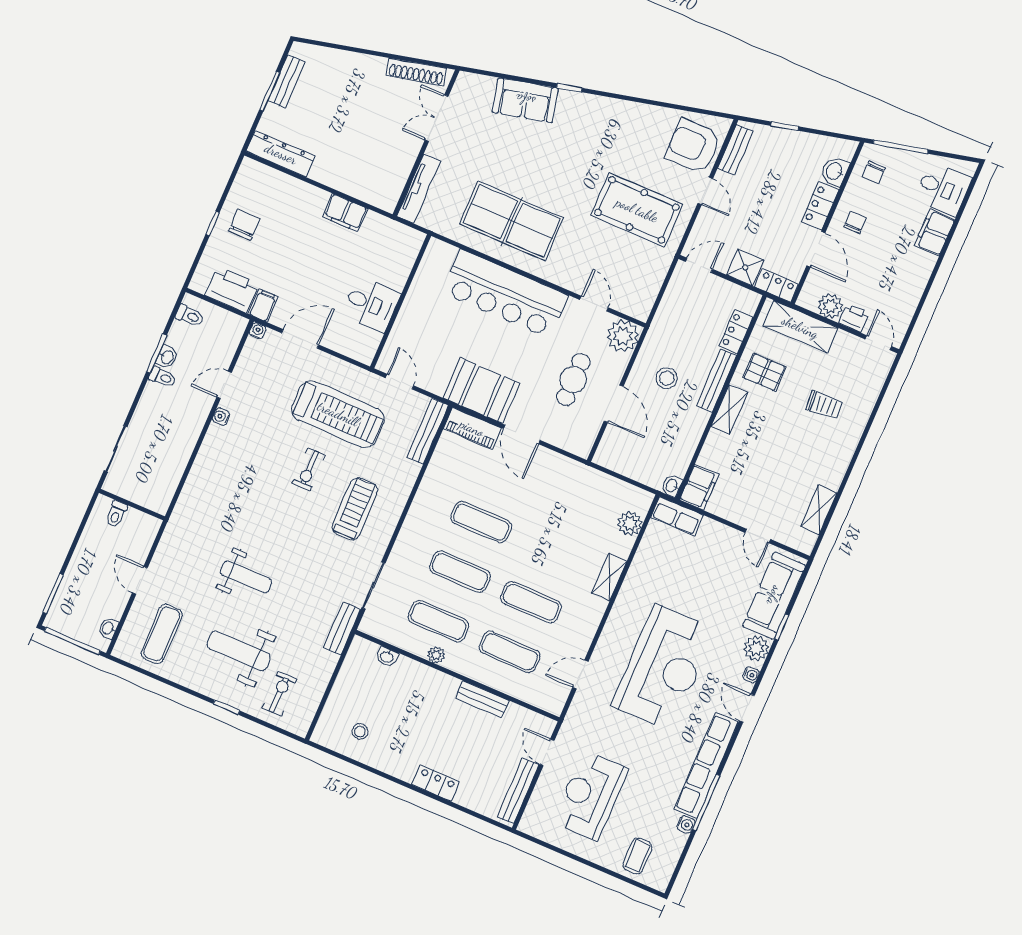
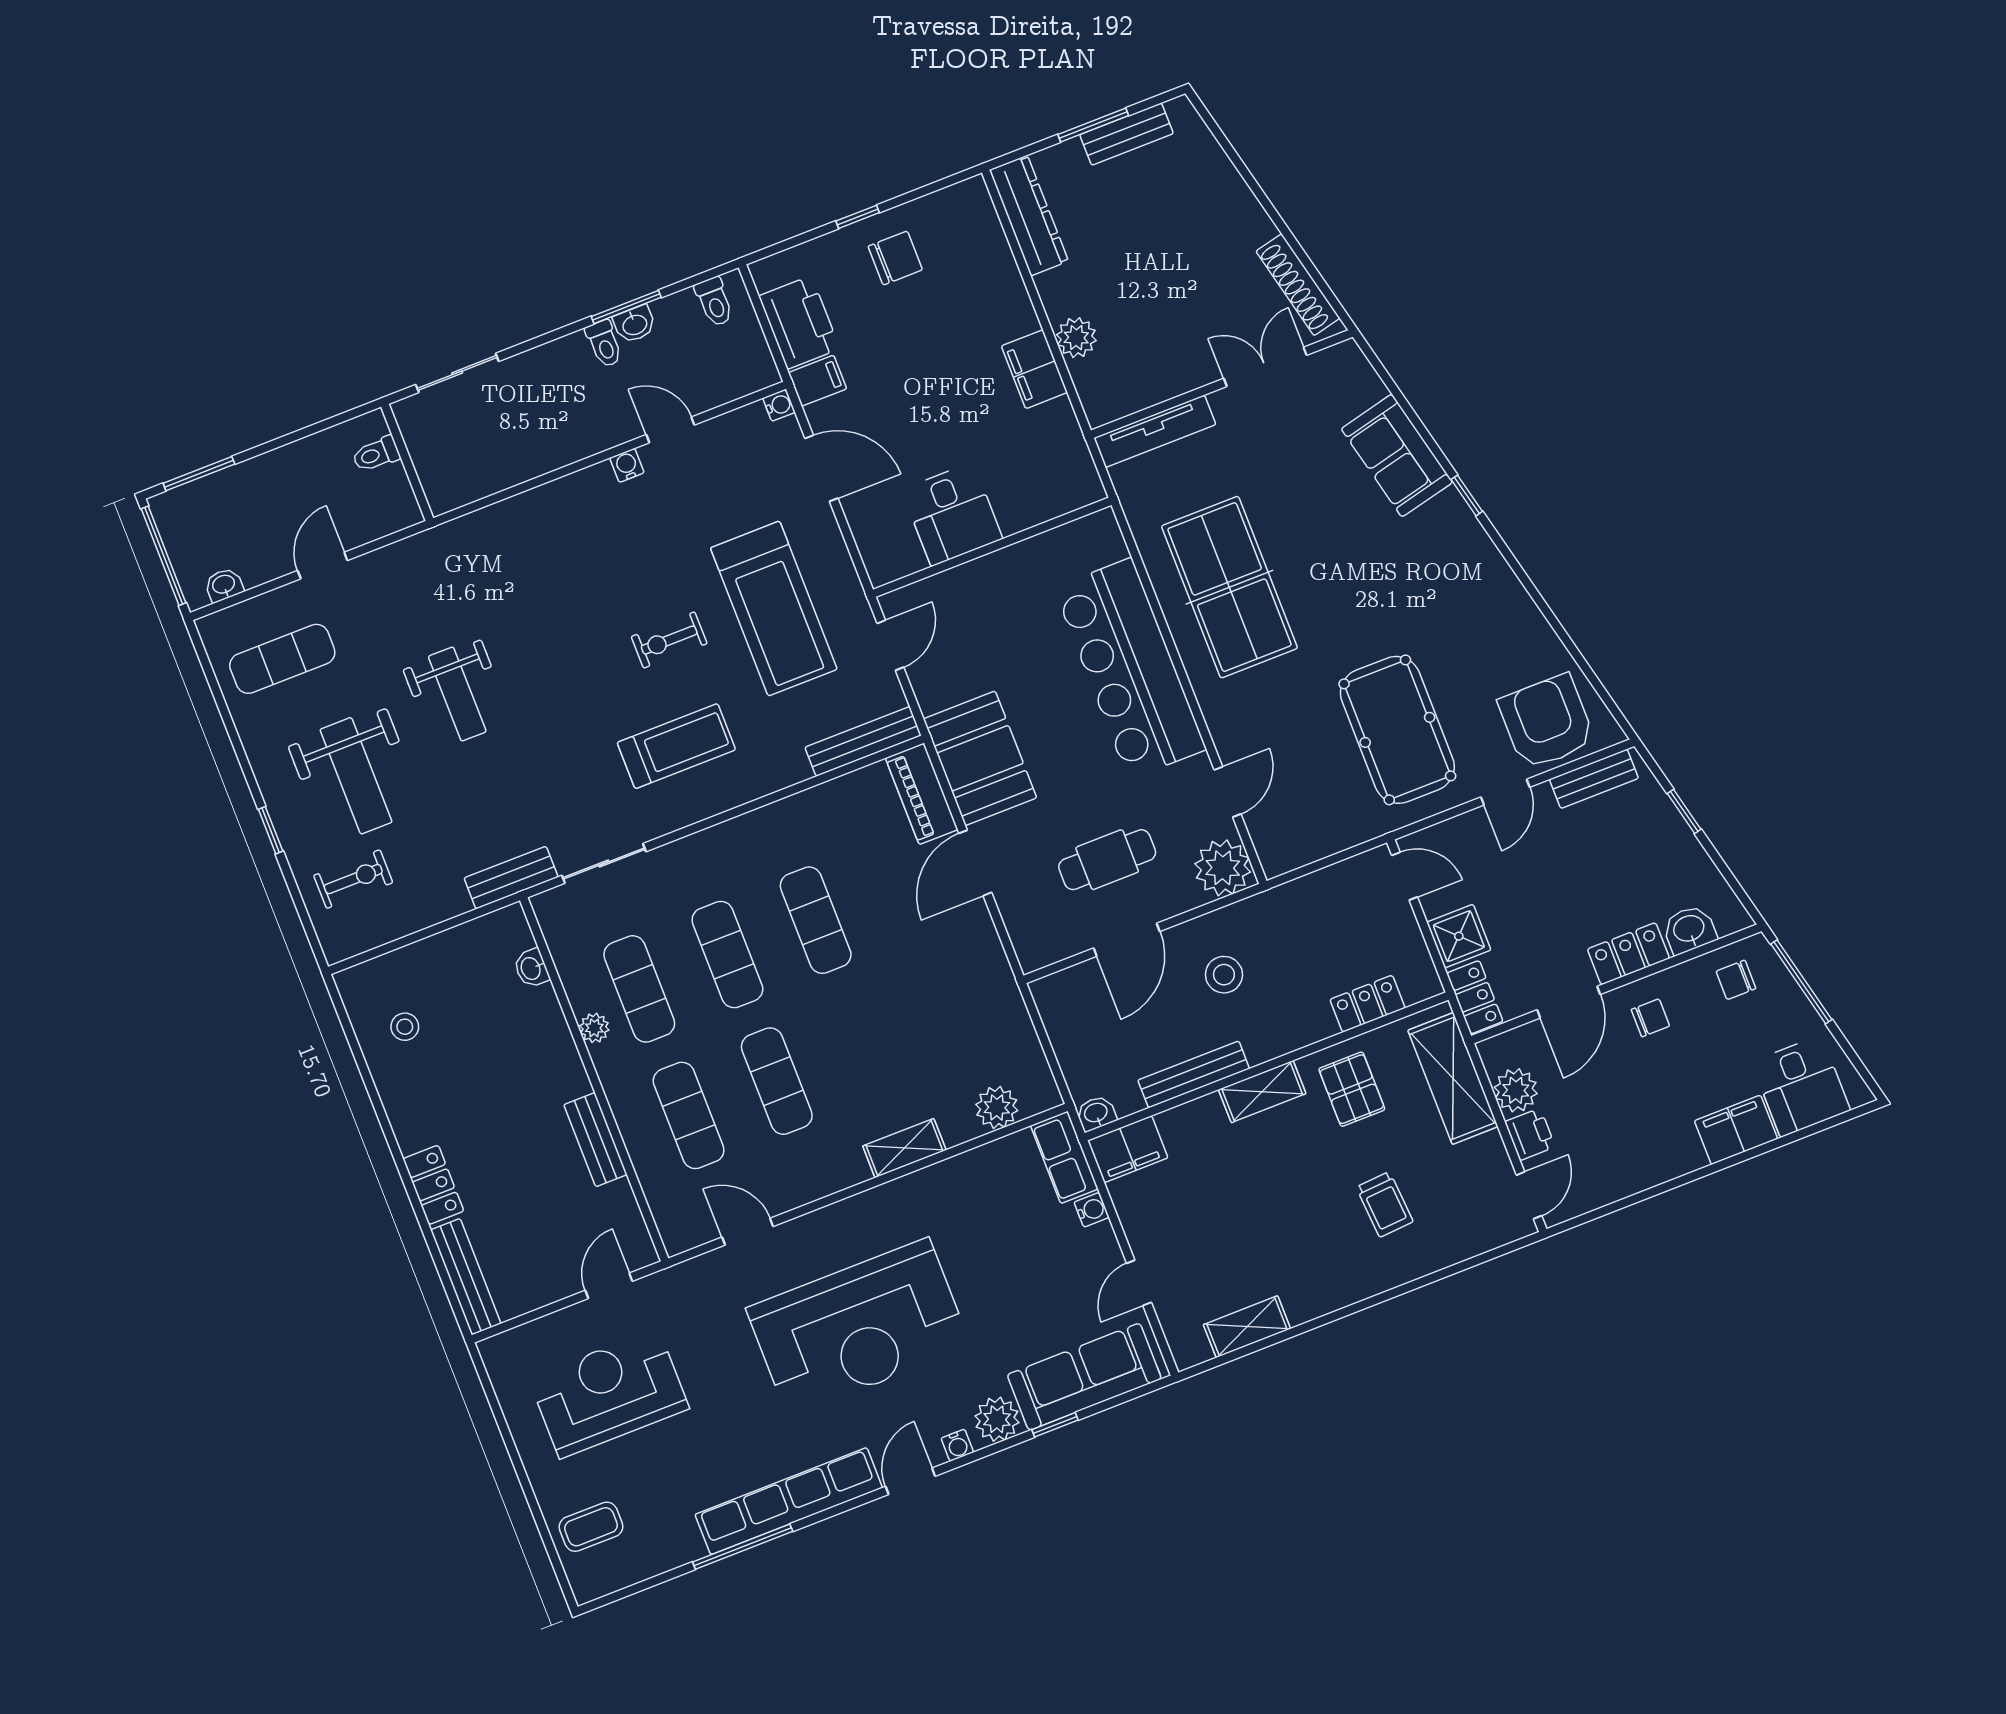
plant: (349, 183) -> (1076, 338), added
bench: (716, 381) -> (1194, 1074), moved
weight bench: (239, 651) -> (356, 776), turned 180
bench: (518, 791) -> (466, 1277), moved, turned 90
water cooler: (686, 824) -> (1092, 1210), moved, turned -90

